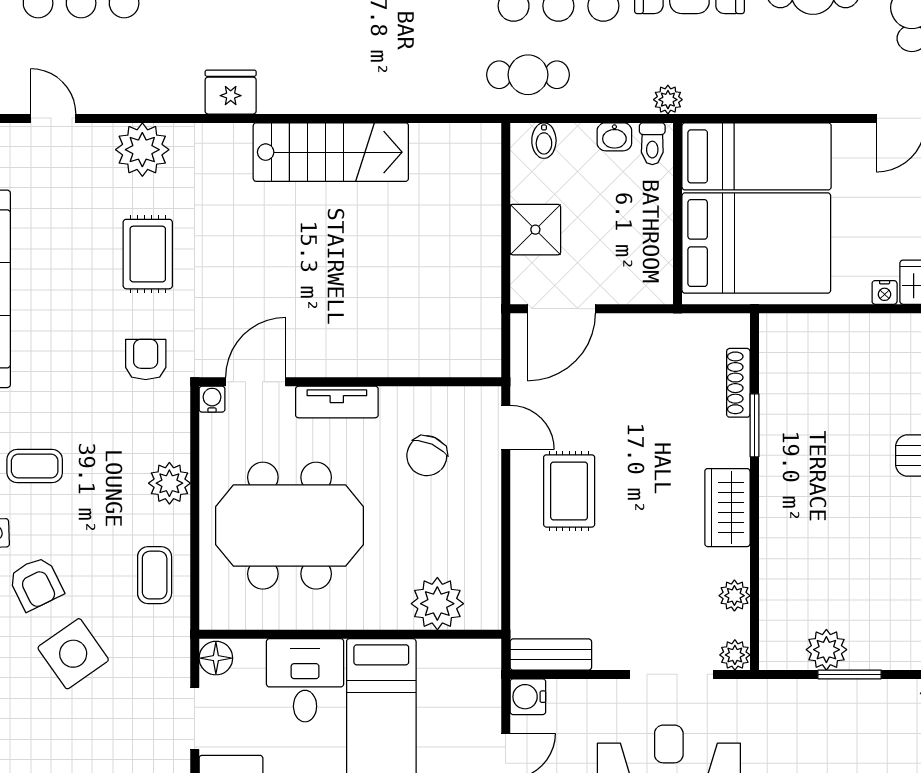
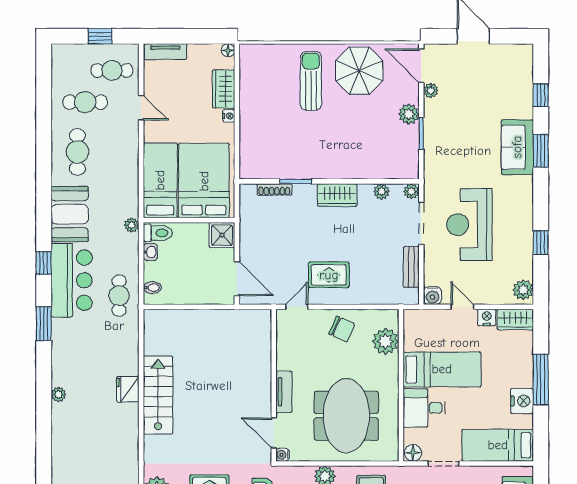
fridge: (231, 92) -> (128, 389), moved
toilet: (652, 144) -> (158, 233), width x1.37, depth x1.39
shower: (535, 230) -> (222, 235), moved
chair: (427, 456) -> (342, 329), moved
plant: (826, 650) -> (409, 114), moved
bench: (551, 655) -> (411, 267), moved

